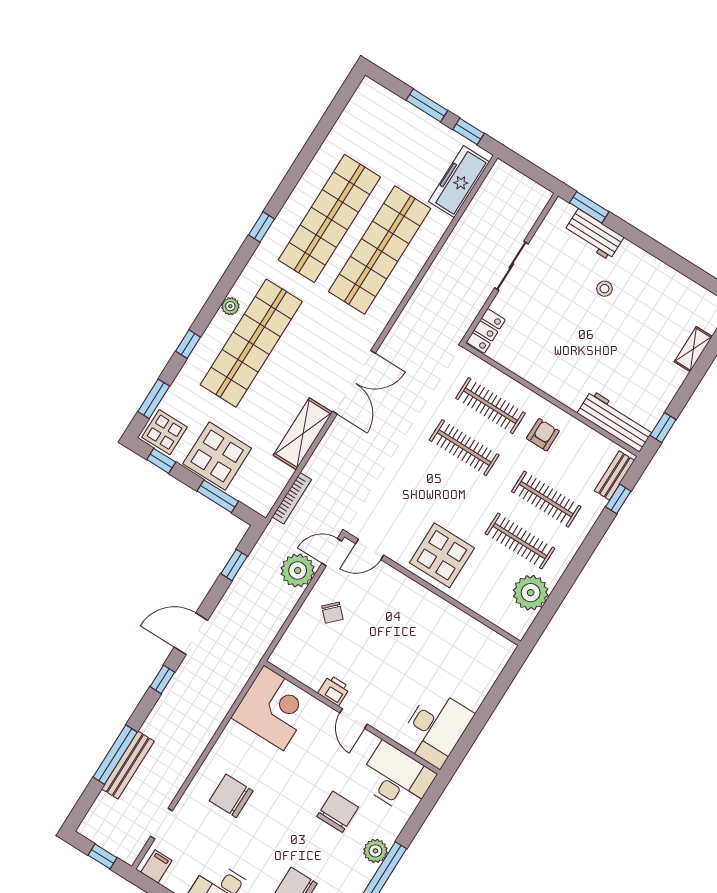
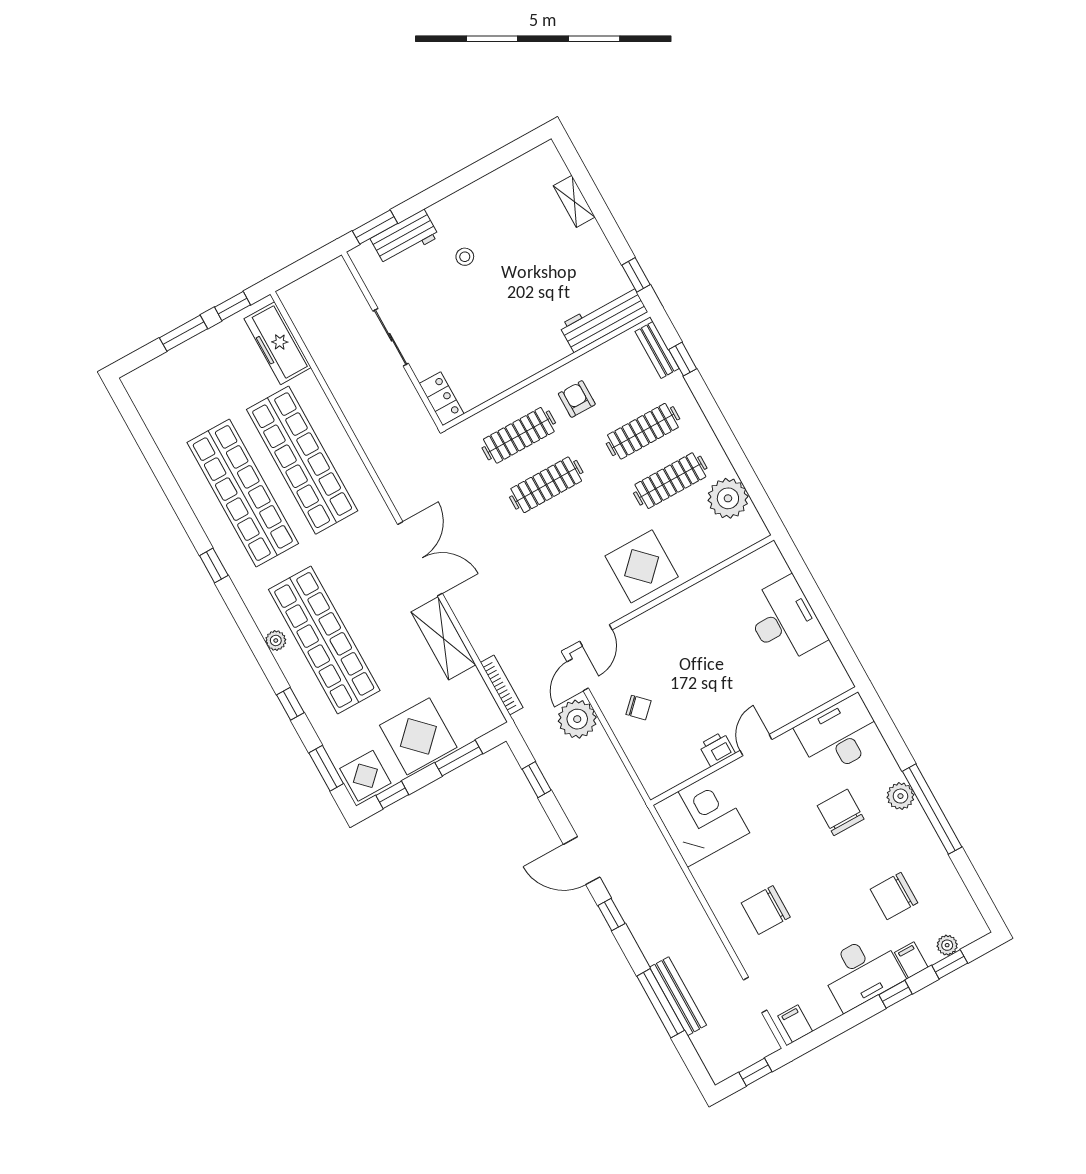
door: (191, 634) -> (582, 861), hinge flipped
door: (353, 719) -> (756, 745), swing flipped
desk: (436, 728) -> (785, 621), moved

